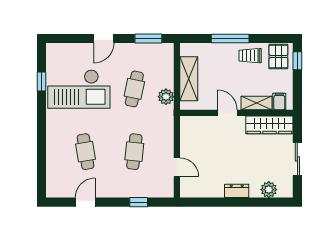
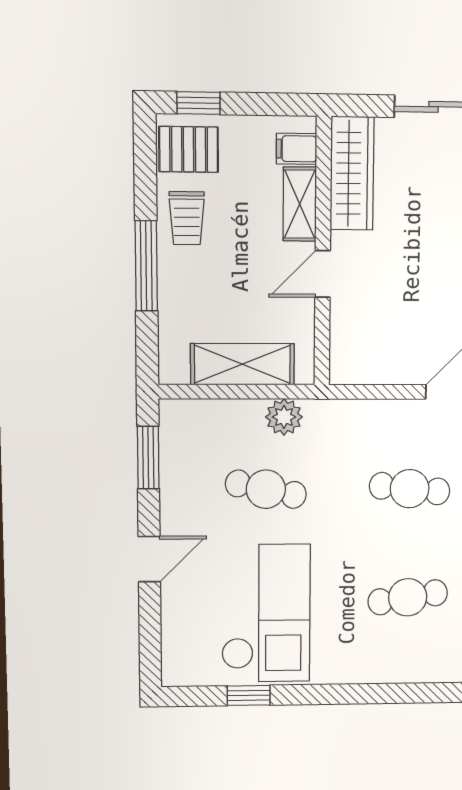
door: (104, 38) -> (149, 559), hinge flipped

